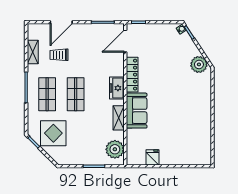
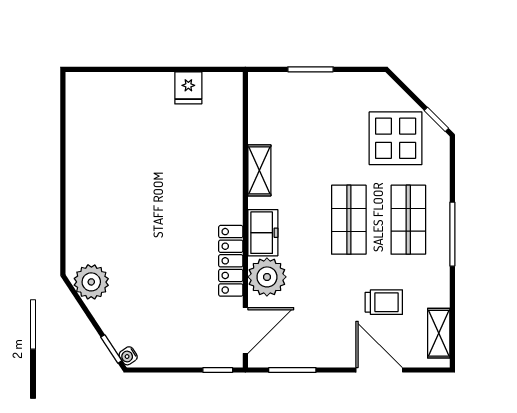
door: (61, 22) -> (379, 370), hinge flipped
shelving: (33, 52) -> (439, 333), moved
sofa: (137, 111) -> (222, 186), removed
plant: (115, 149) -> (267, 277), moved

